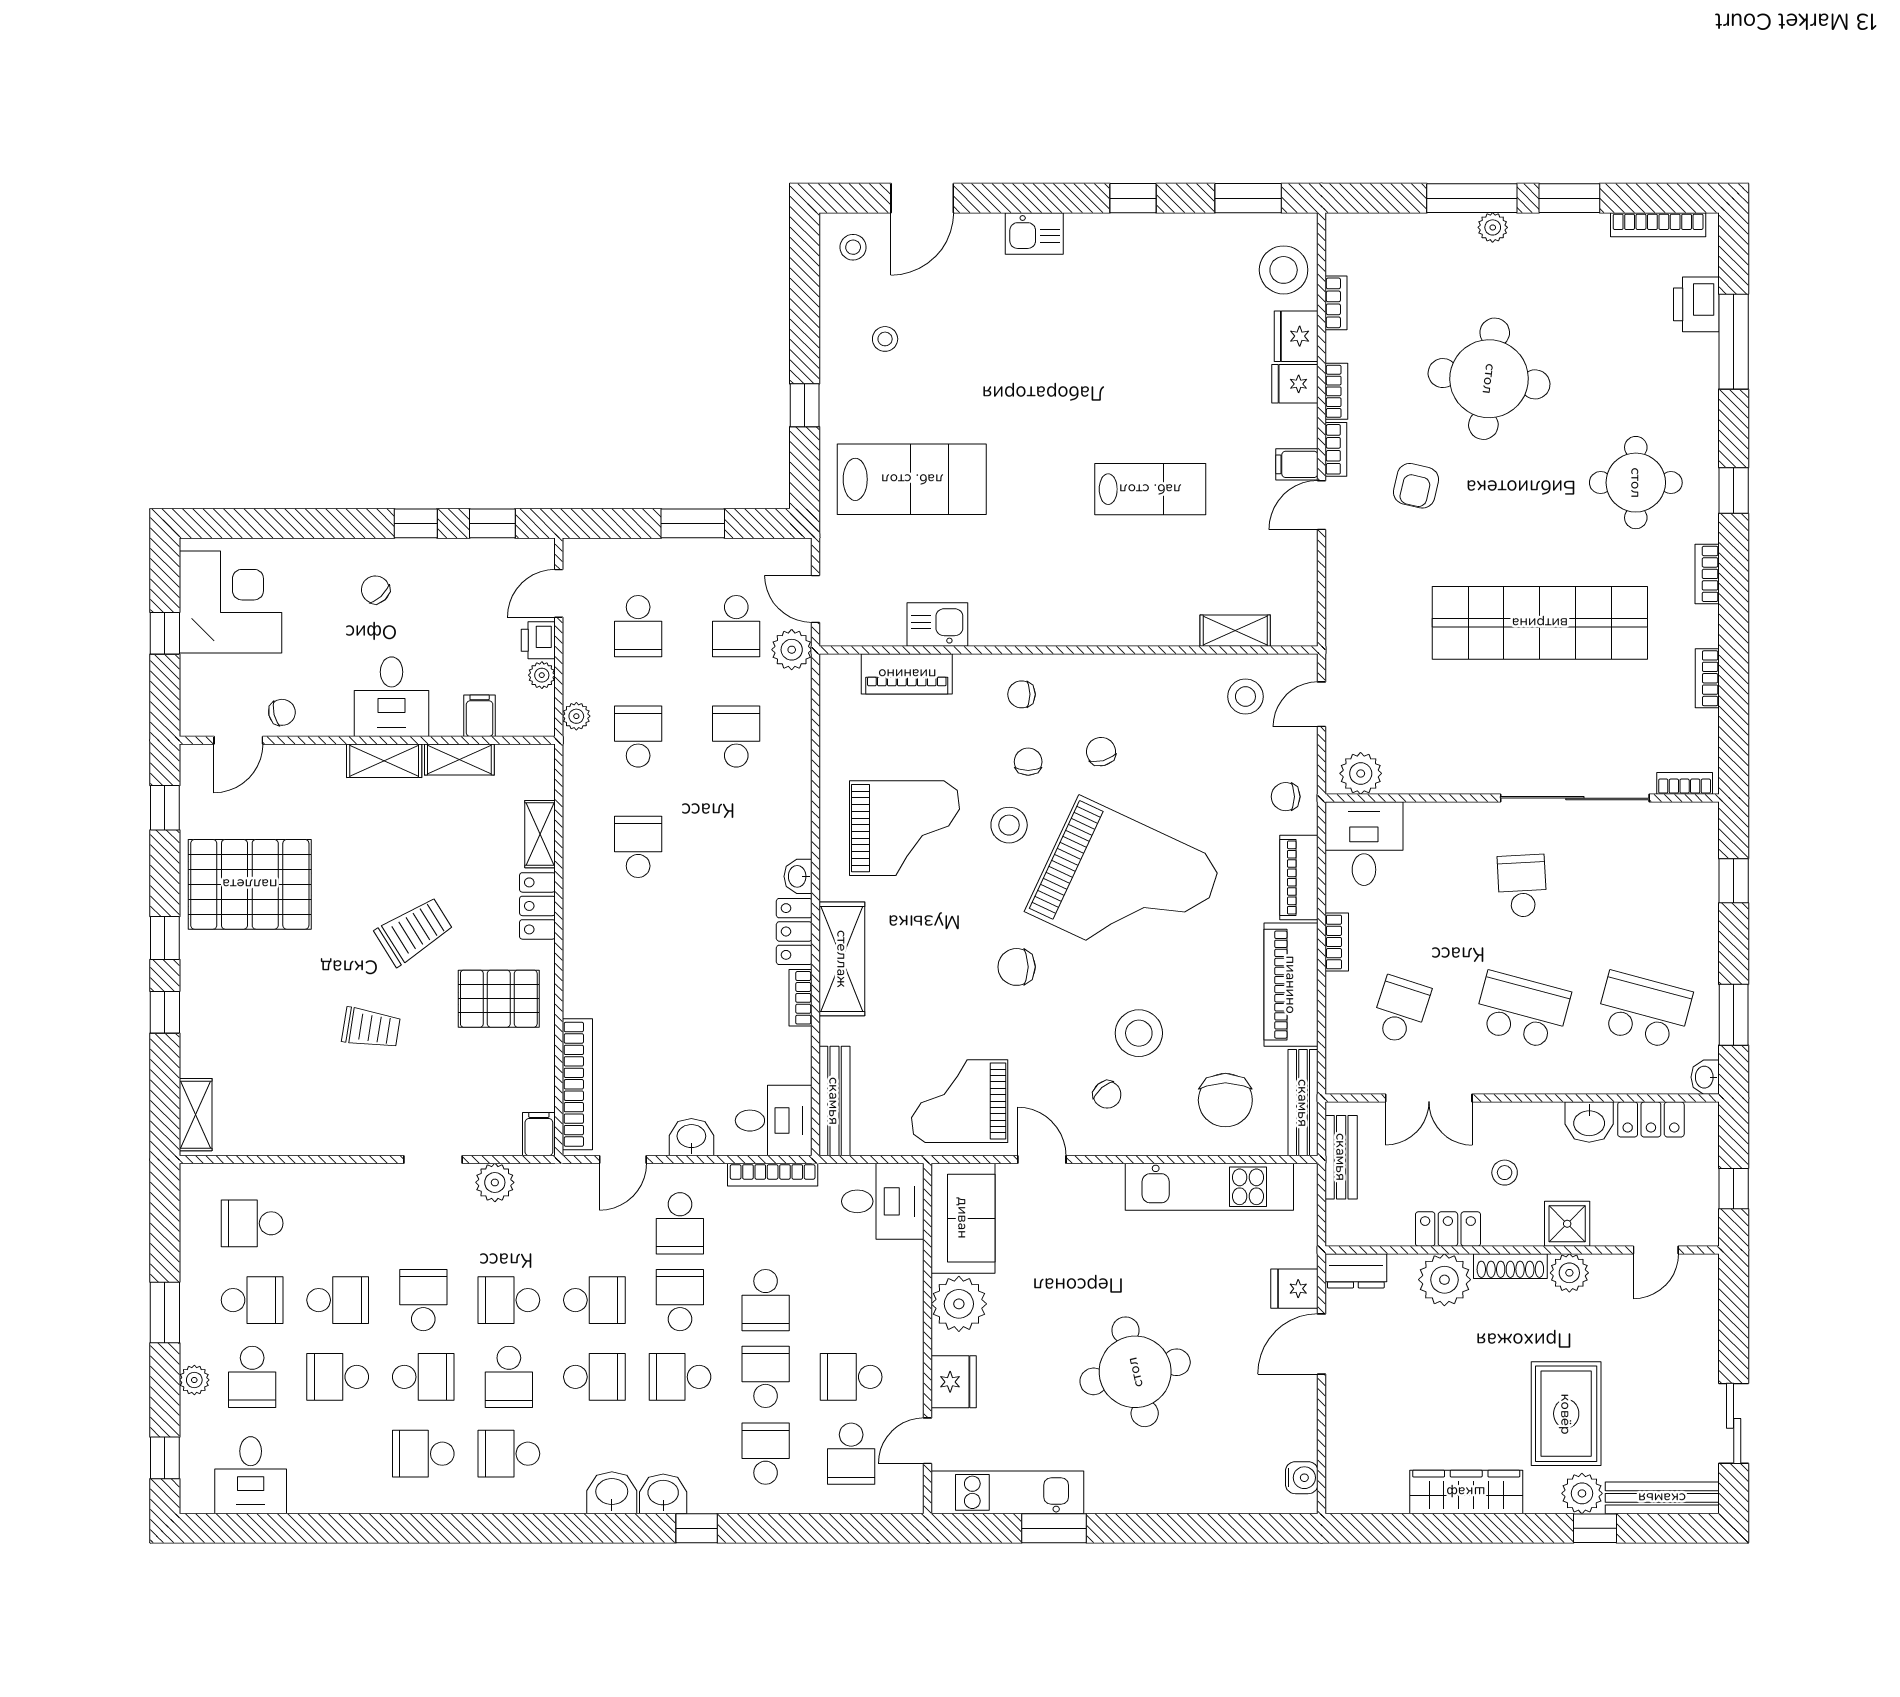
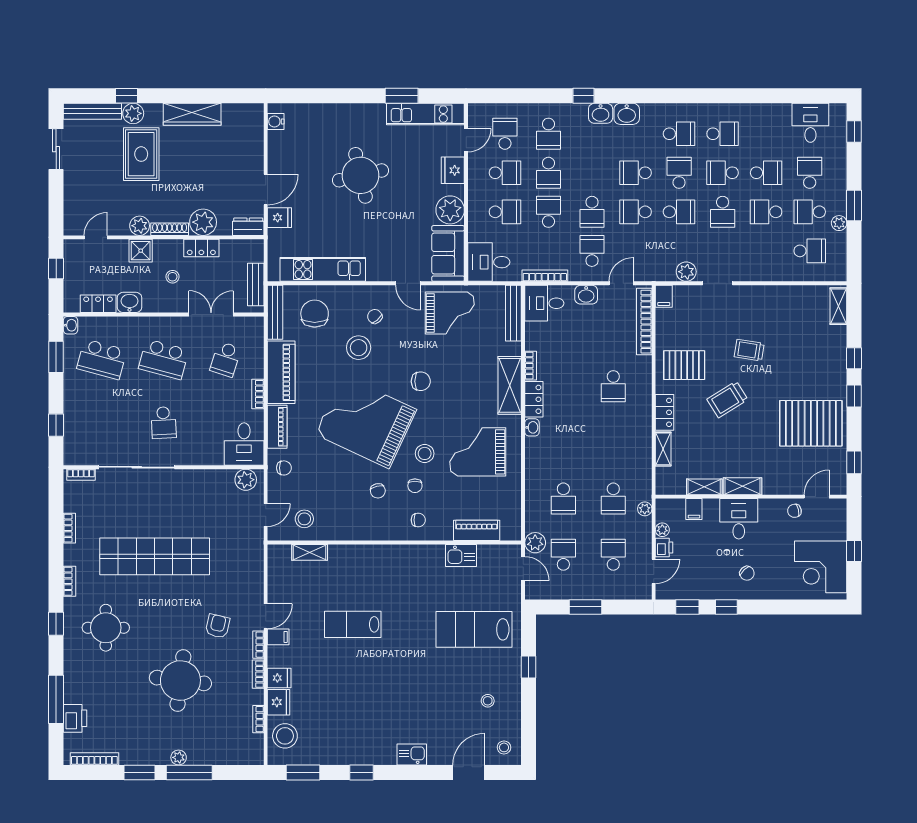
school desk: (638, 847) -> (613, 386), moved
school desk: (680, 1377) -> (505, 212), moved
plant: (194, 1380) -> (839, 223), moved

